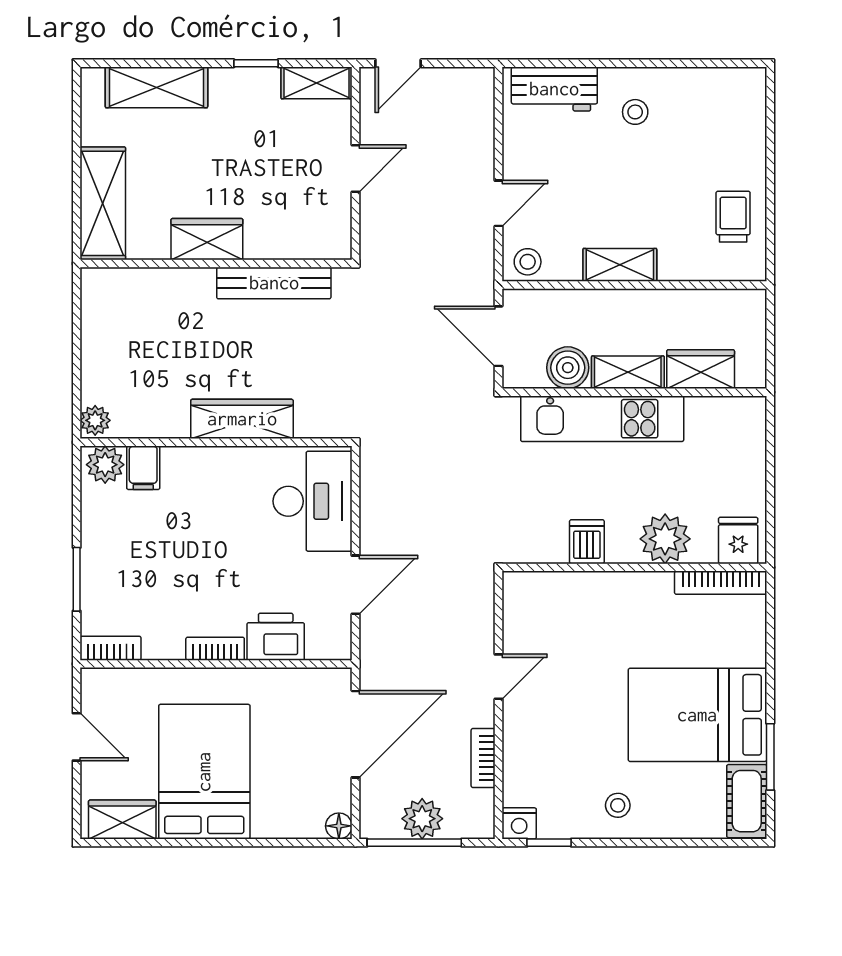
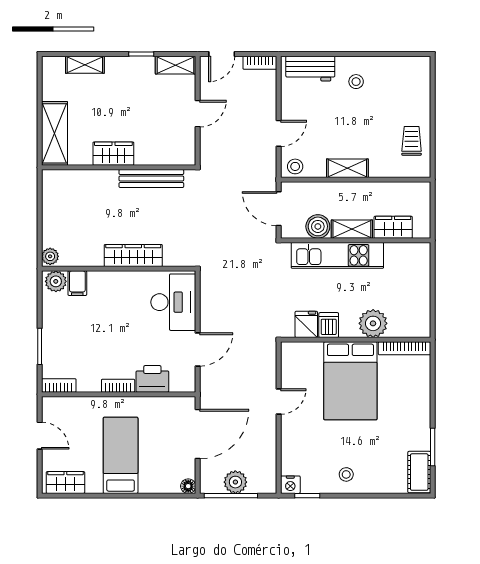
shelving: (156, 87) -> (85, 65), width x0.67, depth x0.75
fridge: (738, 540) -> (306, 324), moved
bed: (697, 715) -> (350, 381), moved, turned -90
bookcase: (483, 758) -> (260, 63), moved, turned -90
bed: (204, 772) -> (121, 455), width x0.67

